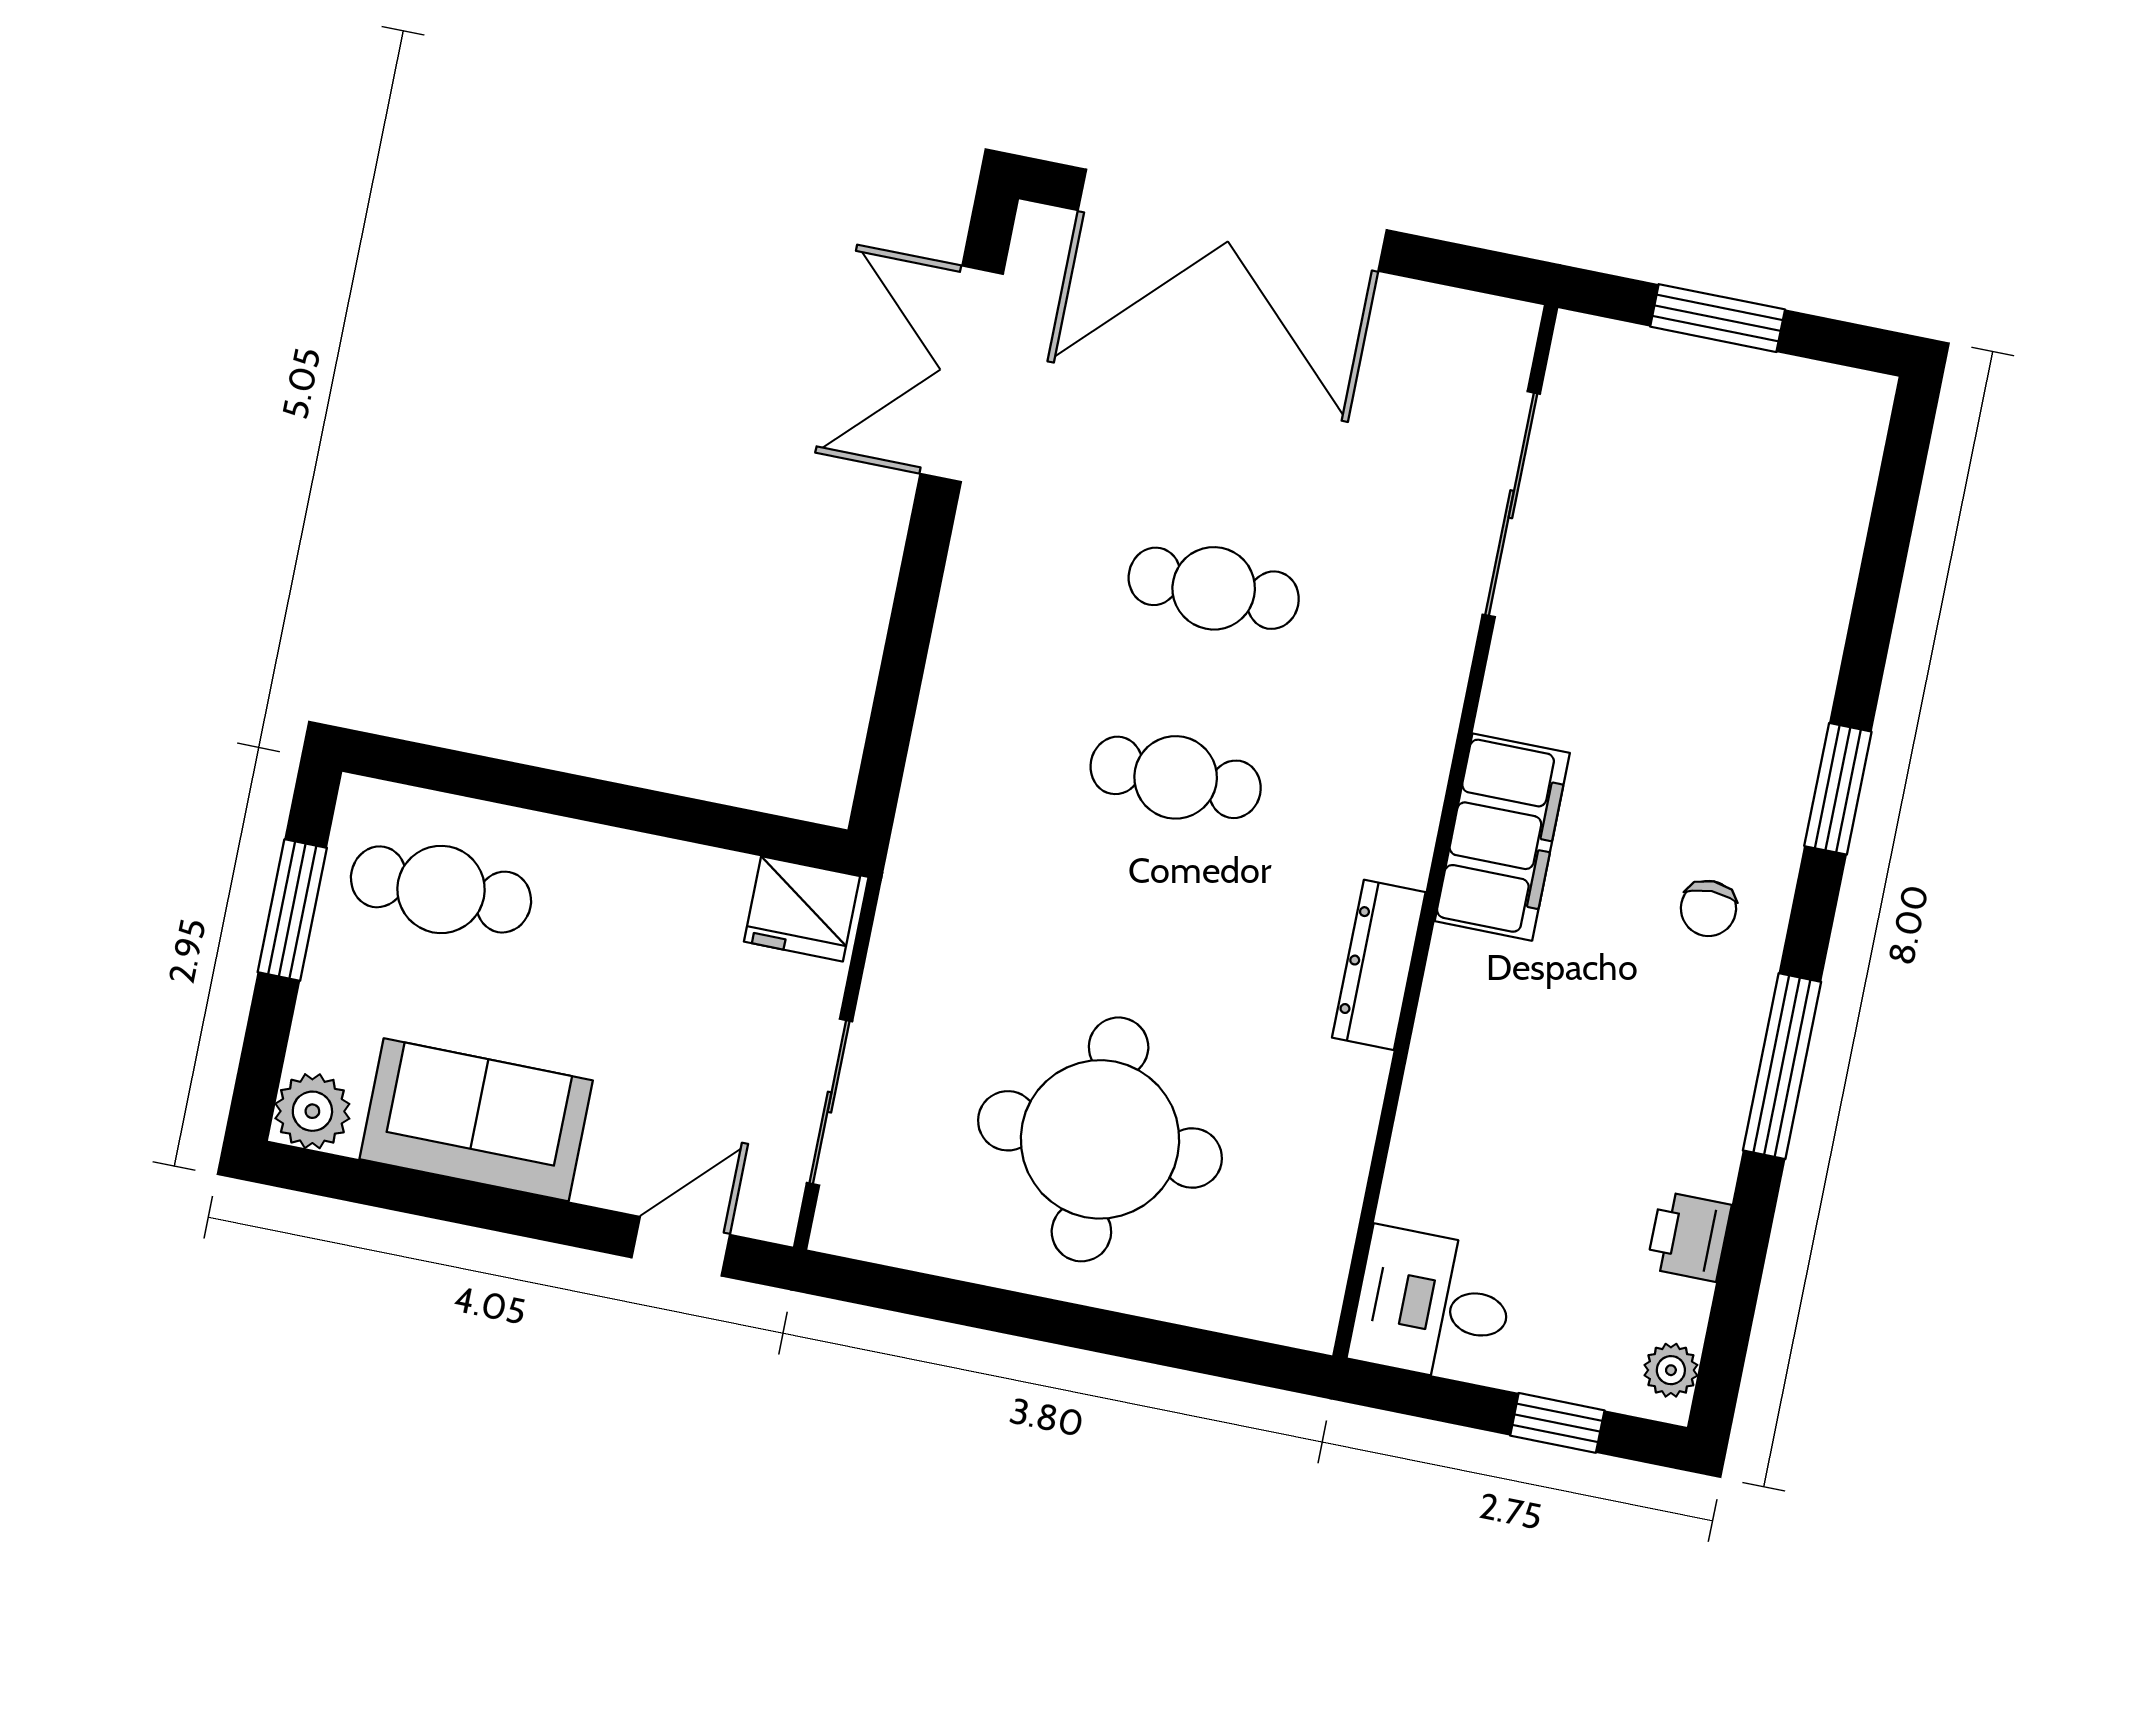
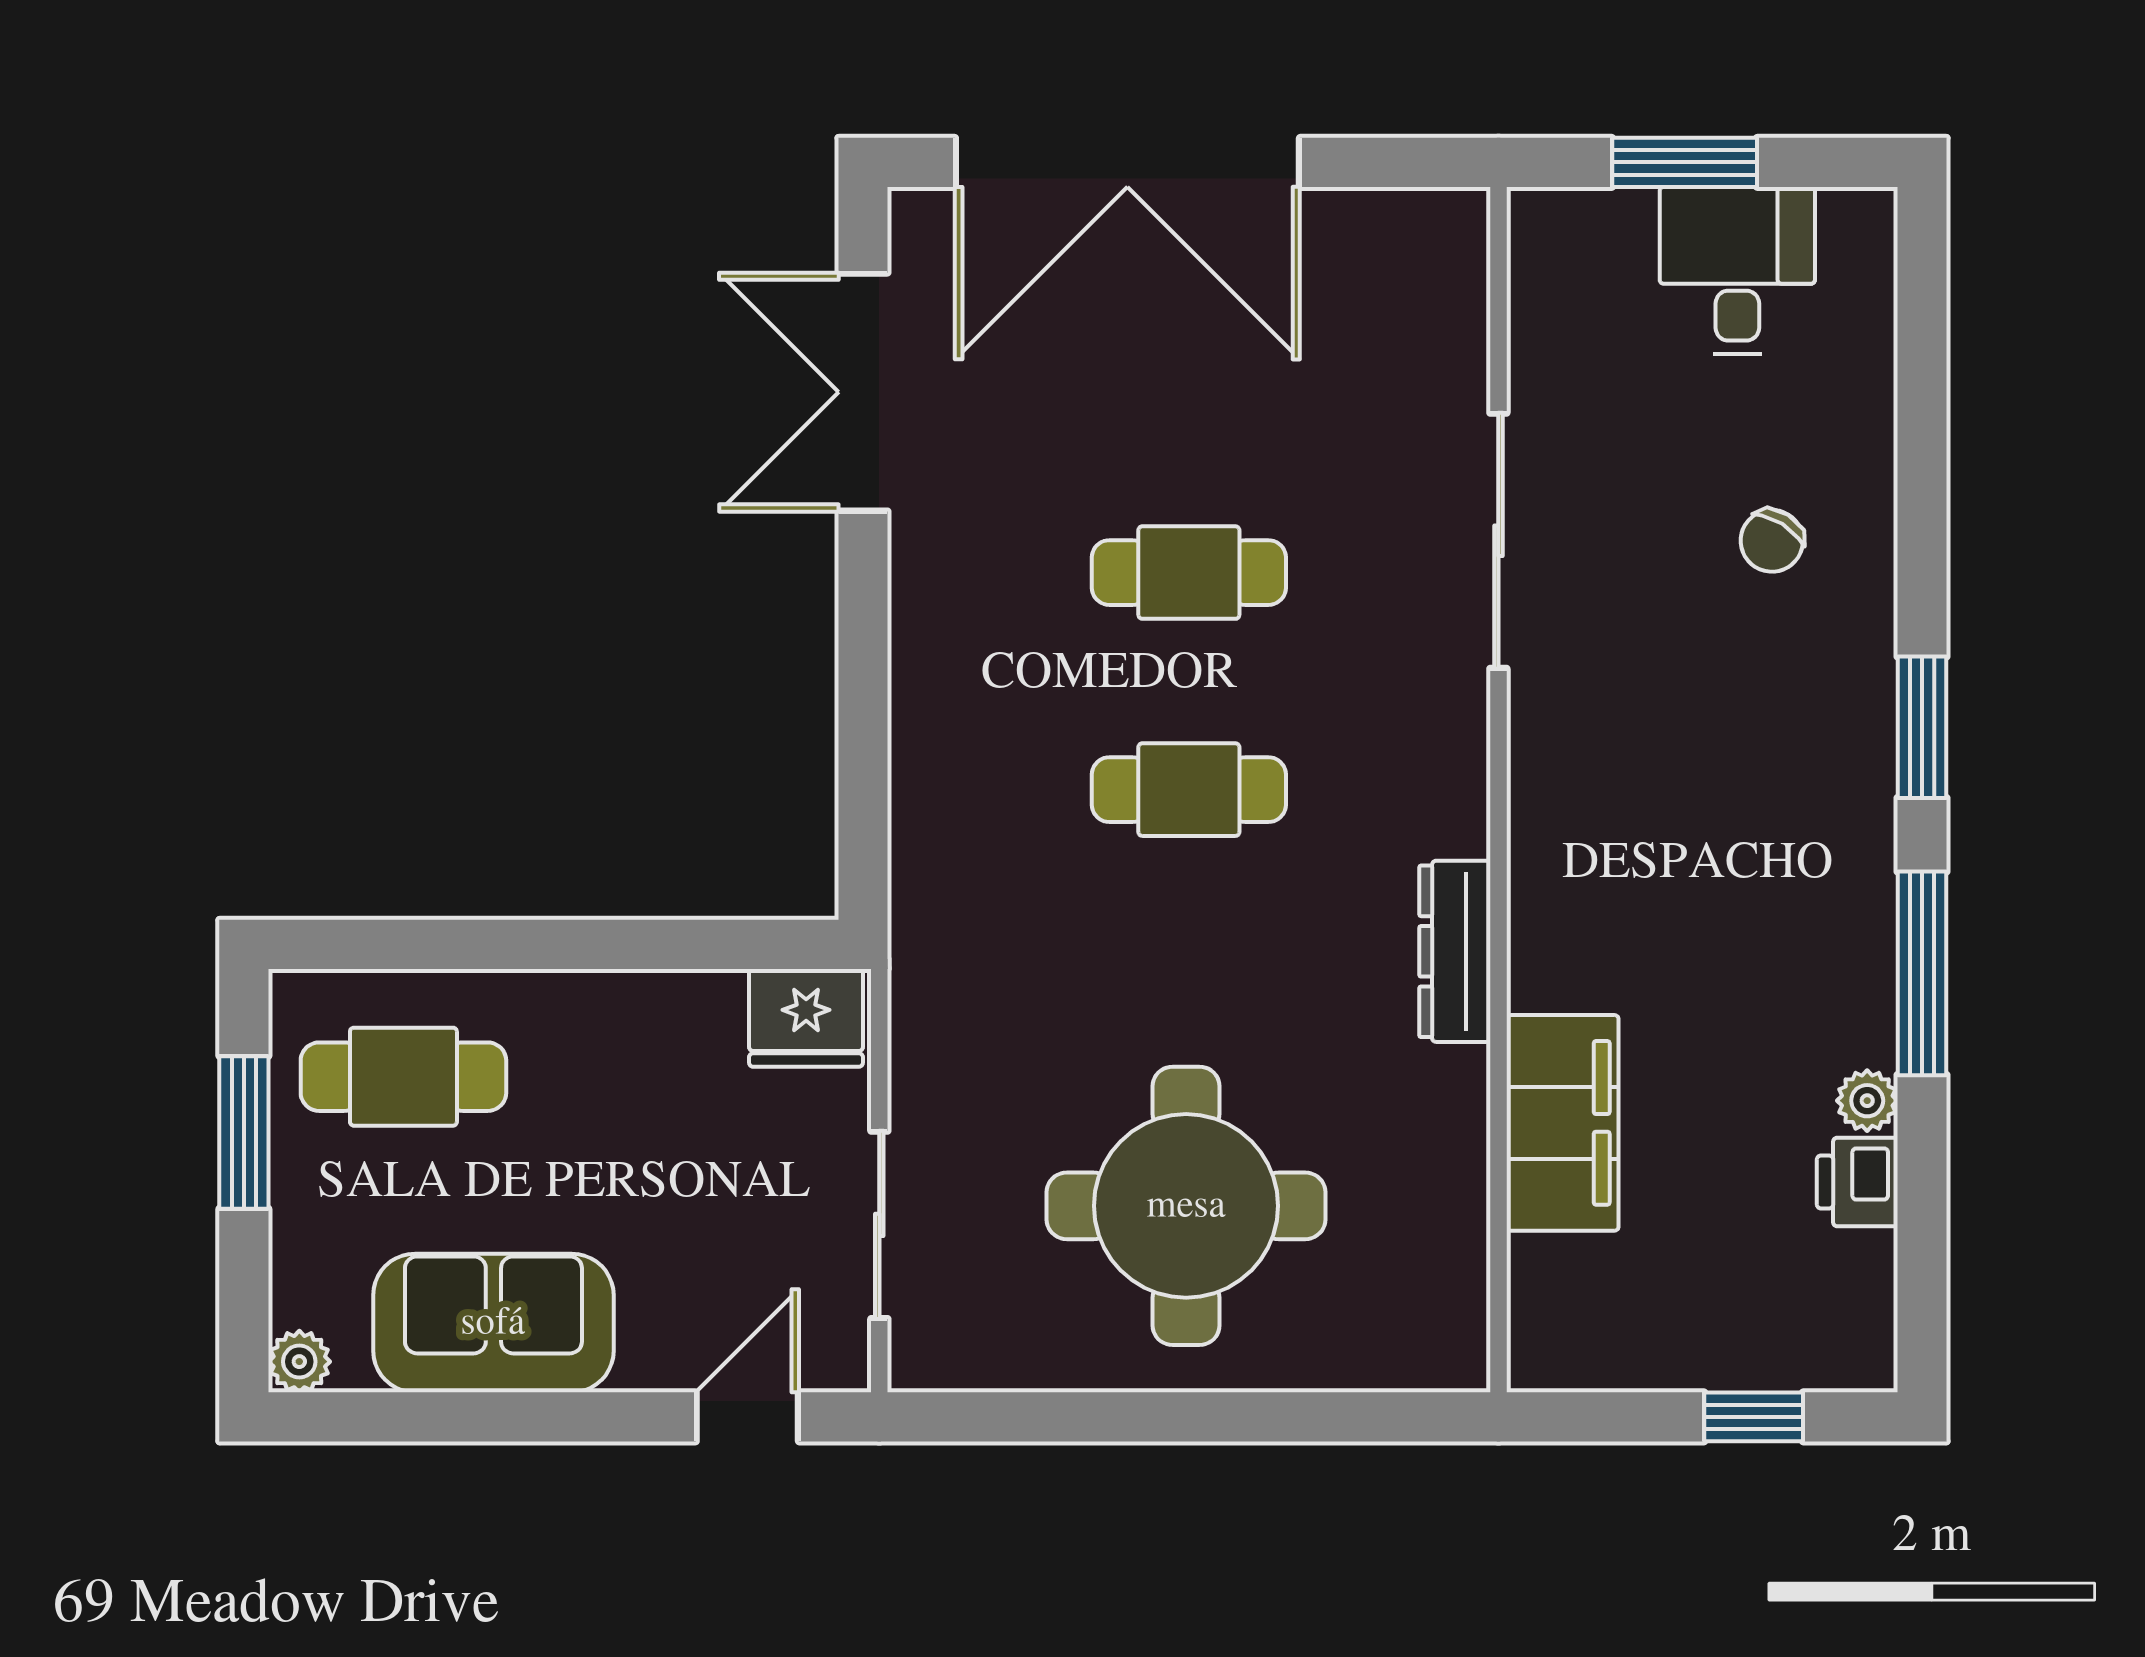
sliding door: (1511, 504) -> (1498, 541), moved
window: (1838, 789) -> (1922, 727), moved
filing cabinet: (1502, 837) -> (1563, 1123), moved
chair: (1708, 908) -> (1772, 541), moved, turned 32
plant: (312, 1111) -> (299, 1362), width x0.73, depth x0.73
desk: (1433, 1305) -> (1737, 270), moved, turned 90
plant: (1671, 1370) -> (1867, 1101), moved

